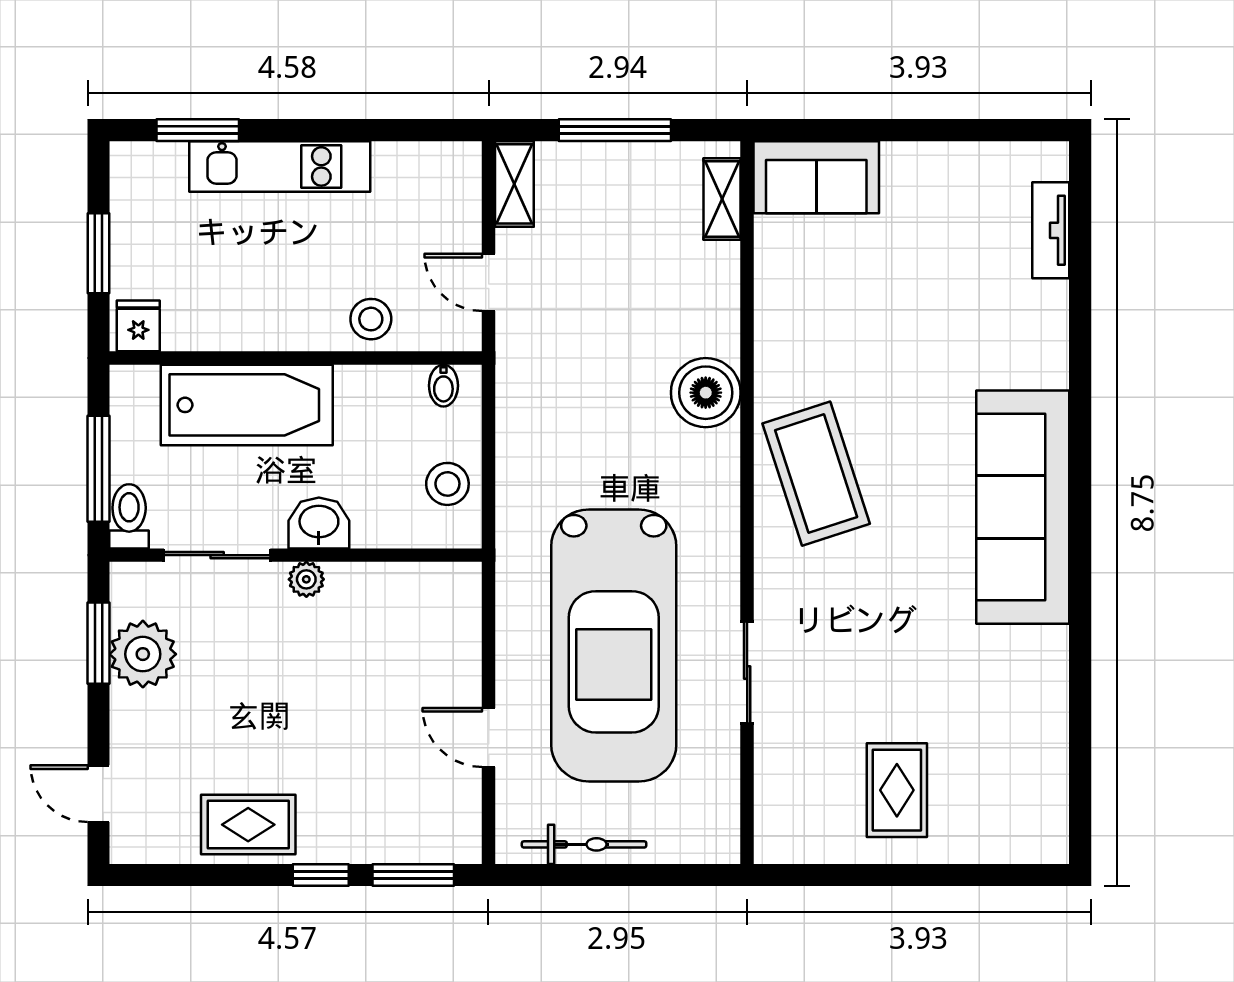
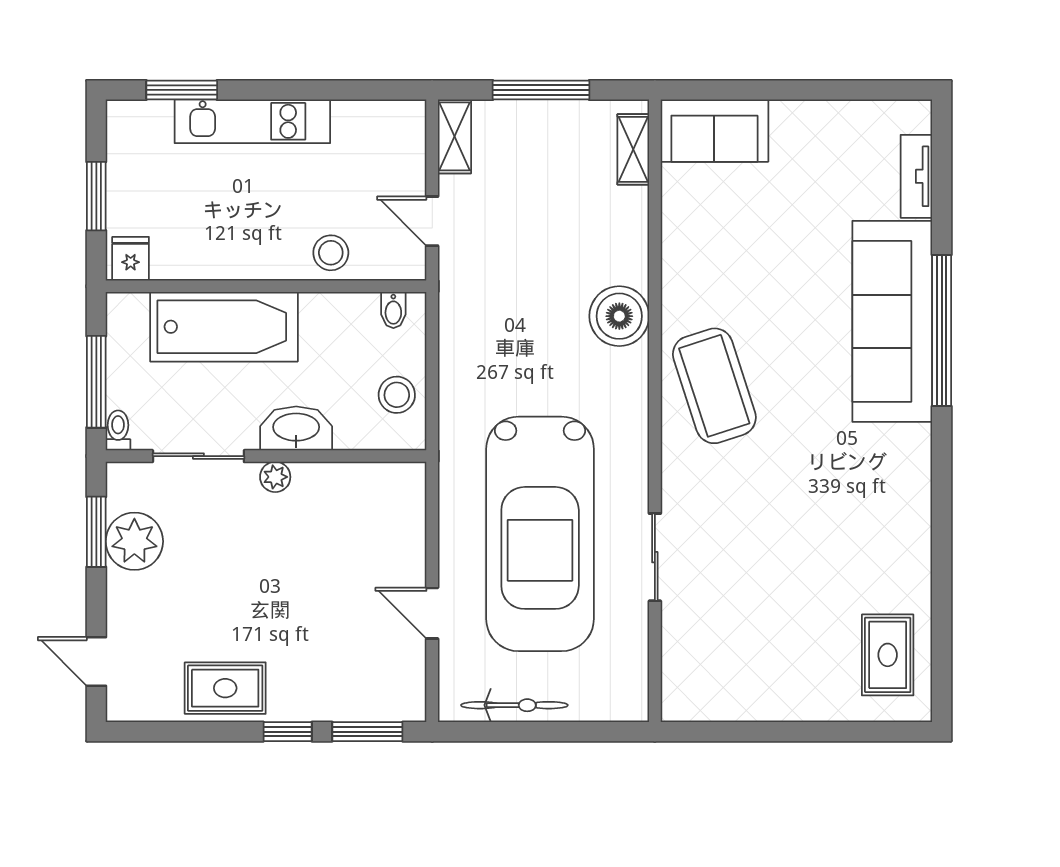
window: (1080, 409) -> (942, 330), added
sofa: (1023, 507) -> (892, 321), moved
toilet: (129, 516) -> (118, 430), width x0.73, depth x0.72
washbasin: (319, 523) -> (296, 428), width x1.38
rug: (897, 790) -> (888, 655), moved

